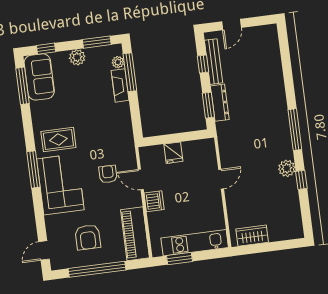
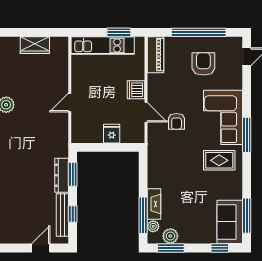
plant: (77, 57) -> (170, 236), moved
piano: (135, 234) -> (155, 55), width x0.73, depth x0.75
wardrobe: (252, 236) -> (35, 45), moved

